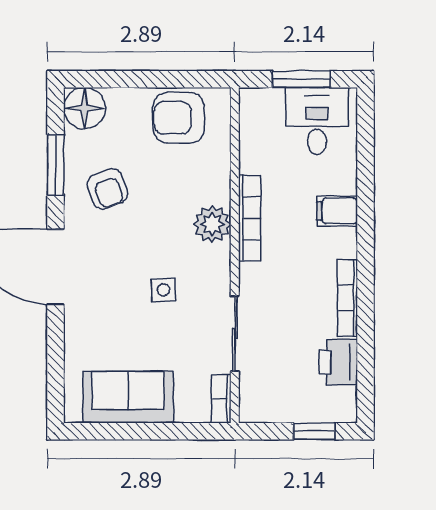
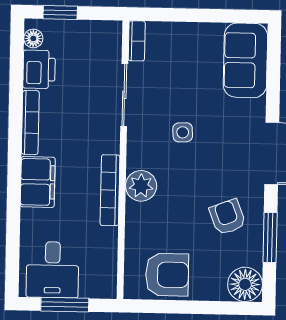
filing cabinet: (337, 211) -> (38, 182), width x2.00
sofa: (128, 397) -> (245, 60), moved, turned 90
floor lamp: (346, 399) -> (33, 38), added

